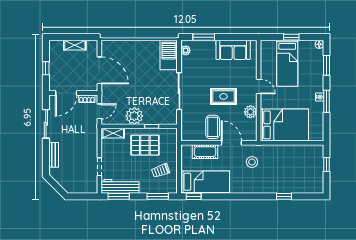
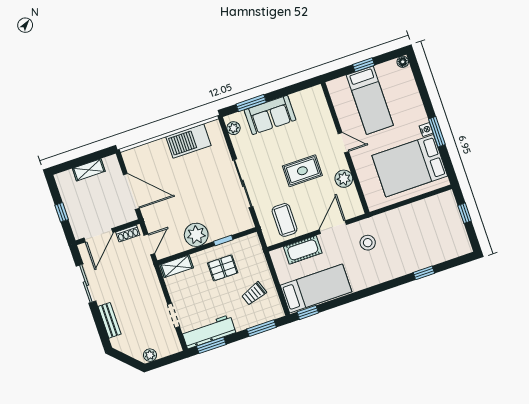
sofa: (233, 50) -> (270, 115), moved
barbecue: (169, 55) -> (188, 141), moved, turned -90
window: (326, 65) -> (421, 86), removed
bed: (284, 125) -> (410, 166), moved, turned 180
coffee table: (213, 127) -> (284, 220), moved
door: (231, 143) -> (333, 227), hinge flipped
pallet: (145, 145) -> (223, 268), width x0.67, depth x0.71
plant: (74, 189) -> (150, 355), added

